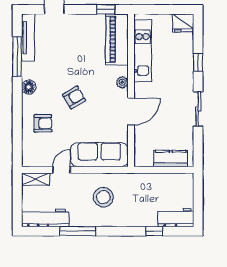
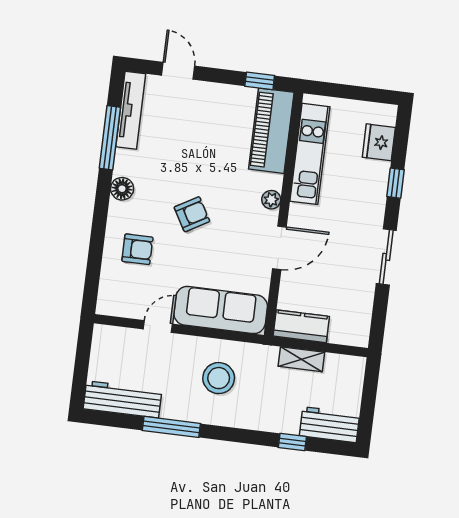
fridge: (183, 23) -> (379, 142), moved, turned 90
kitchen counter: (171, 159) -> (301, 326), moved
shelving: (35, 179) -> (301, 359), moved

